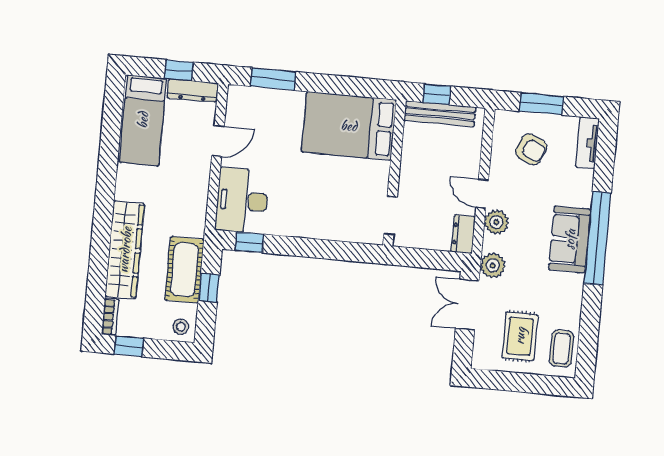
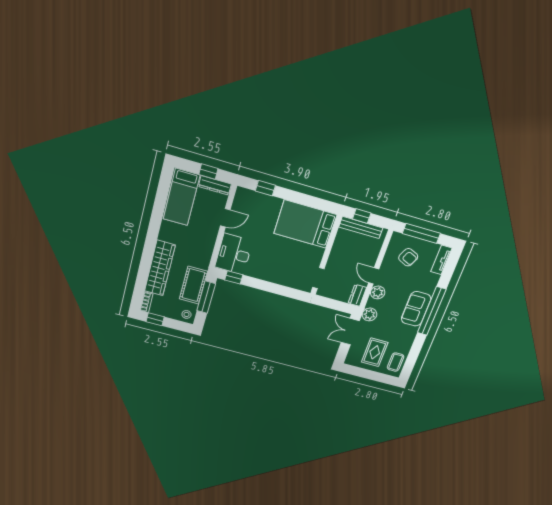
window: (273, 79) -> (265, 188), width x0.67
window: (541, 104) -> (421, 233), width x1.44
window: (209, 288) -> (206, 297), width x2.17

